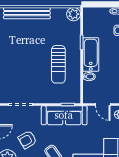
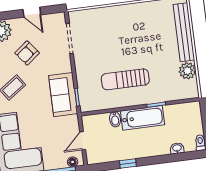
plant: (74, 14) -> (187, 71), moved
sofa: (64, 115) -> (63, 95), width x0.73
armchair: (27, 140) -> (27, 53), turned -98

